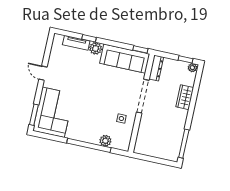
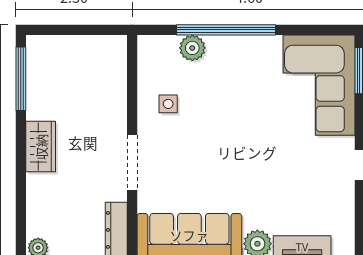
doorway: (143, 96) -> (132, 163), width x0.73
wardrobe: (185, 97) -> (41, 147), moved

